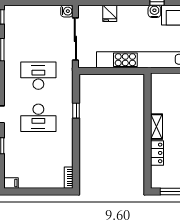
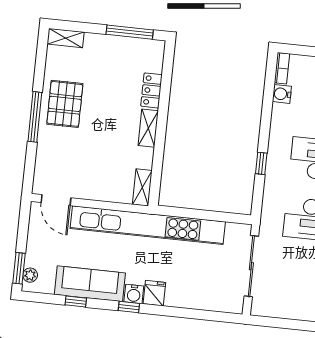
water cooler: (67, 11) -> (282, 94), moved
fridge: (110, 13) -> (154, 293), moved
shelving: (156, 85) -> (142, 187), added

